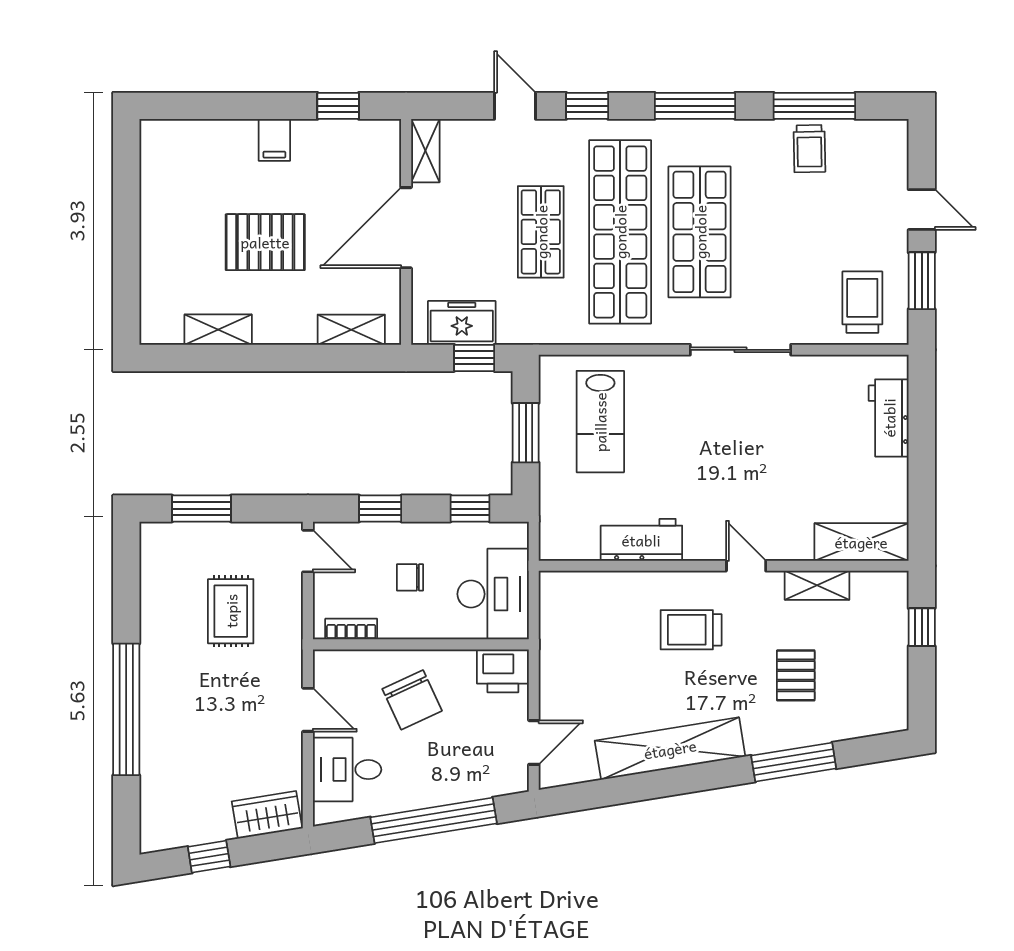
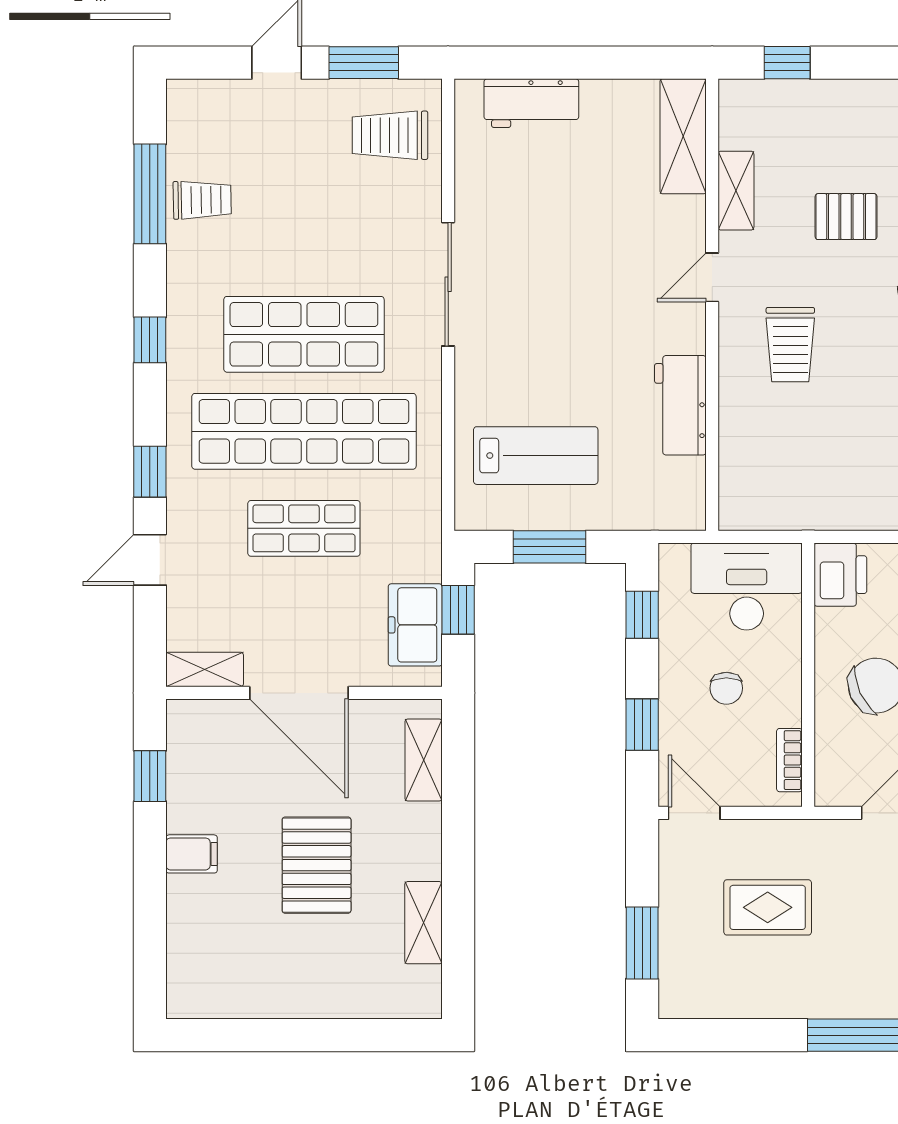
window: (695, 106) -> (150, 340), width x0.46
door: (308, 551) -> (694, 813), hinge flipped

